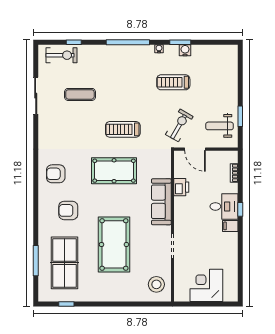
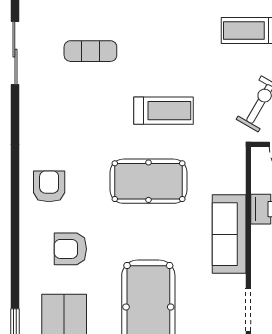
treadmill: (123, 129) -> (164, 111), turned 180
armchair: (56, 174) -> (49, 186), turned 90

